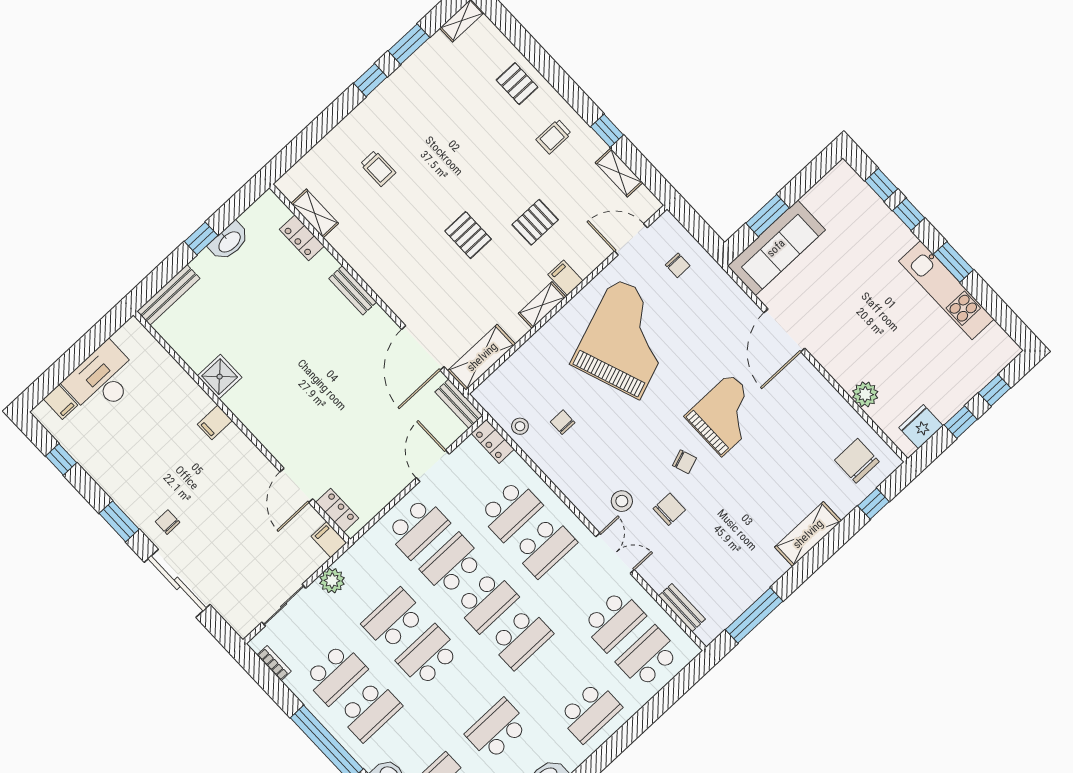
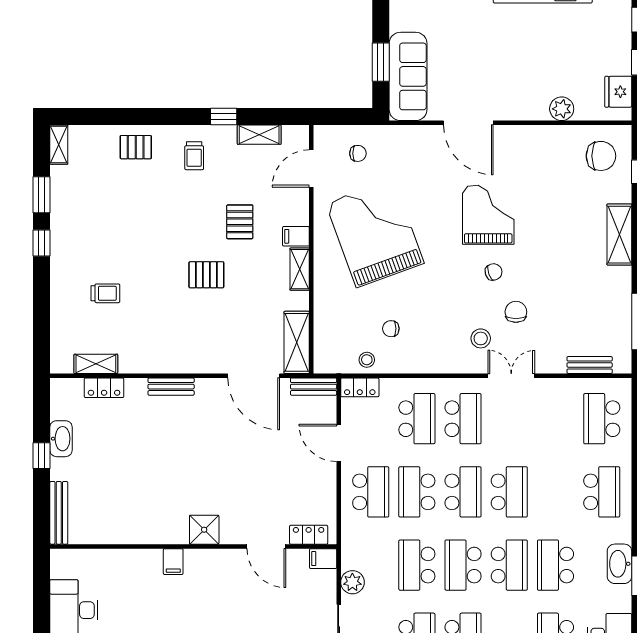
shower: (220, 377) -> (204, 530), moved
chair: (857, 461) -> (601, 156), turned 180
school desk: (614, 620) -> (509, 565), moved

